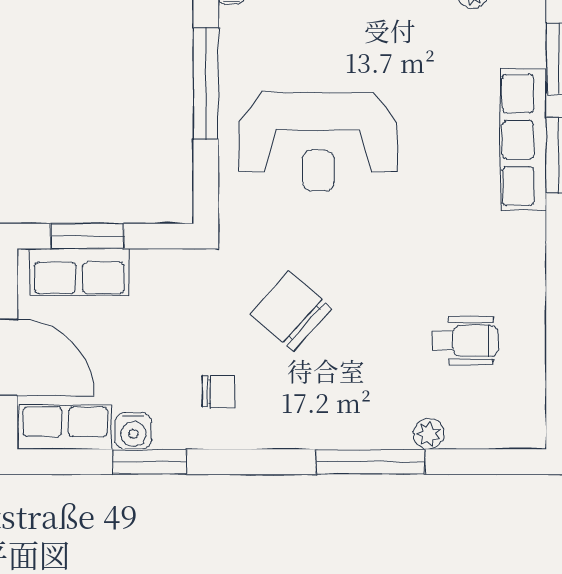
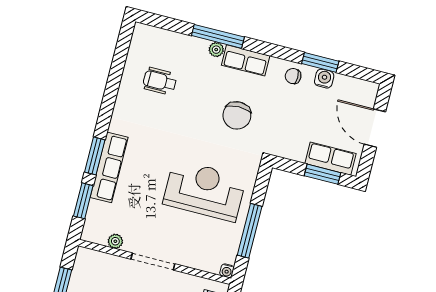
chair: (291, 311) -> (237, 115), turned 48
chair: (218, 391) -> (293, 76), moved
row of seats: (65, 427) -> (246, 60), moved
plant: (429, 434) -> (216, 50), moved

